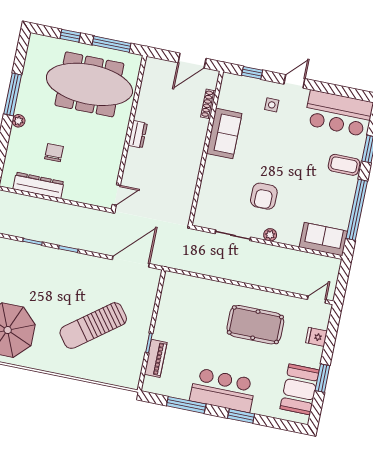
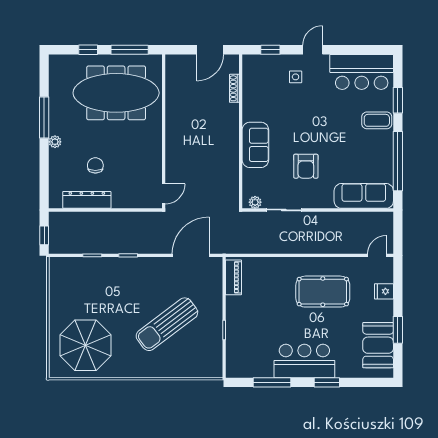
sofa: (224, 133) -> (255, 145), moved
dresser: (138, 134) -> (172, 131), removed
plant: (270, 235) -> (255, 202), moved
sofa: (323, 239) -> (364, 196), width x1.36
piano: (156, 358) -> (233, 277), moved

